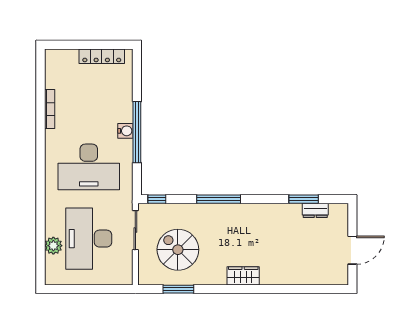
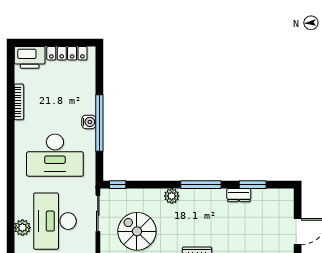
printer: (61, 61) -> (30, 57), added
window: (219, 199) -> (201, 185), moved
dresser: (315, 210) -> (239, 195), moved
plant: (216, 211) -> (172, 196), added

